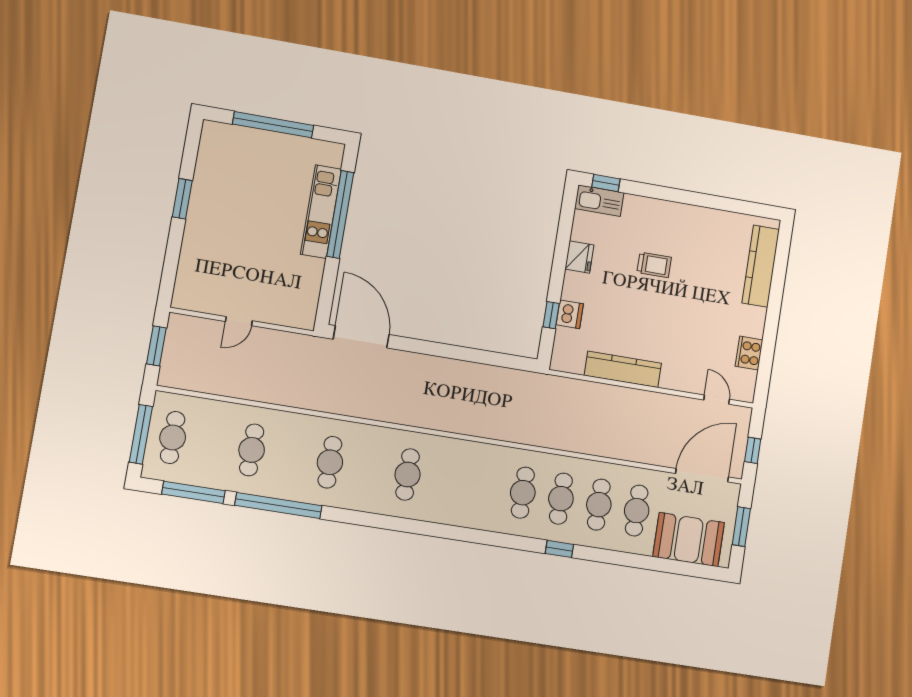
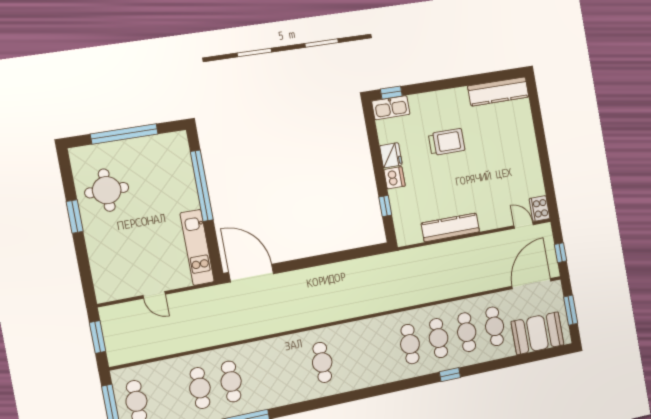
round table: (229, 182) -> (107, 190), added
kitchen unit: (321, 212) -> (197, 247), moved
trolley: (654, 265) -> (447, 142), width x1.36, depth x1.39
kitchen counter: (761, 266) -> (498, 91), moved, turned -90
dishwasher: (570, 314) -> (394, 178), moved
door: (239, 321) -> (154, 295), hinge flipped
cooker: (749, 353) -> (540, 209), moved
cafe table: (330, 462) -> (231, 382), moved

